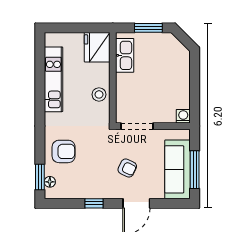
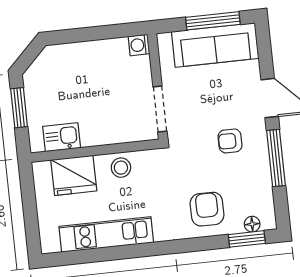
fridge: (97, 47) -> (74, 175), moved
kitchen sink: (125, 55) -> (62, 137), width x0.73
armchair: (127, 168) -> (230, 141), moved, turned -116
window: (94, 203) -> (276, 158), width x2.17

